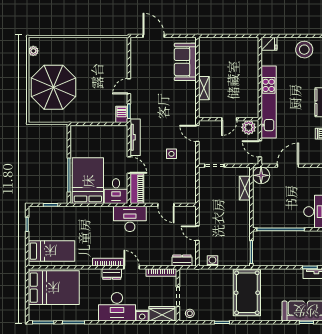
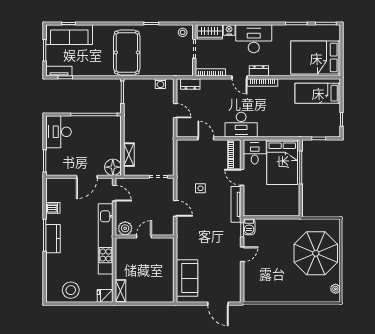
shelving: (204, 88) -> (120, 291), moved
door: (229, 119) -> (144, 237), moved
wall: (229, 119) -> (145, 237), moved
plant: (249, 127) -> (125, 228), moved

